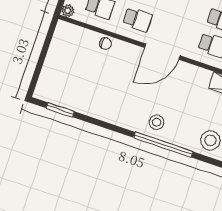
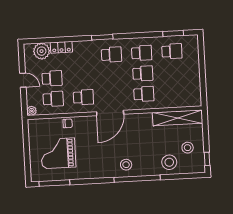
grand piano: (79, 75) -> (58, 153), added
window: (60, 110) -> (54, 183), width x1.44

